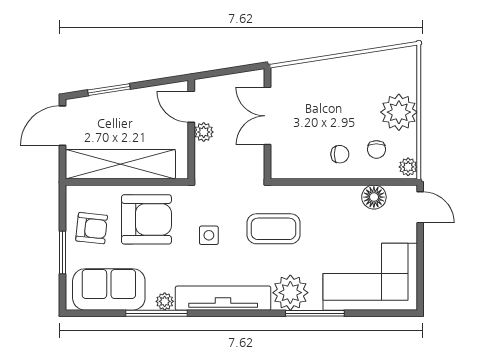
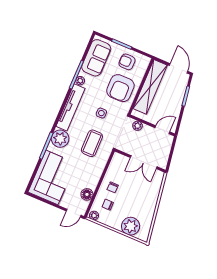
plant: (399, 112) -> (131, 226), moved
double door: (268, 116) -> (144, 162), swing flipped
plant: (204, 132) -> (137, 126), moved
armchair: (92, 228) -> (127, 62), turned 84

